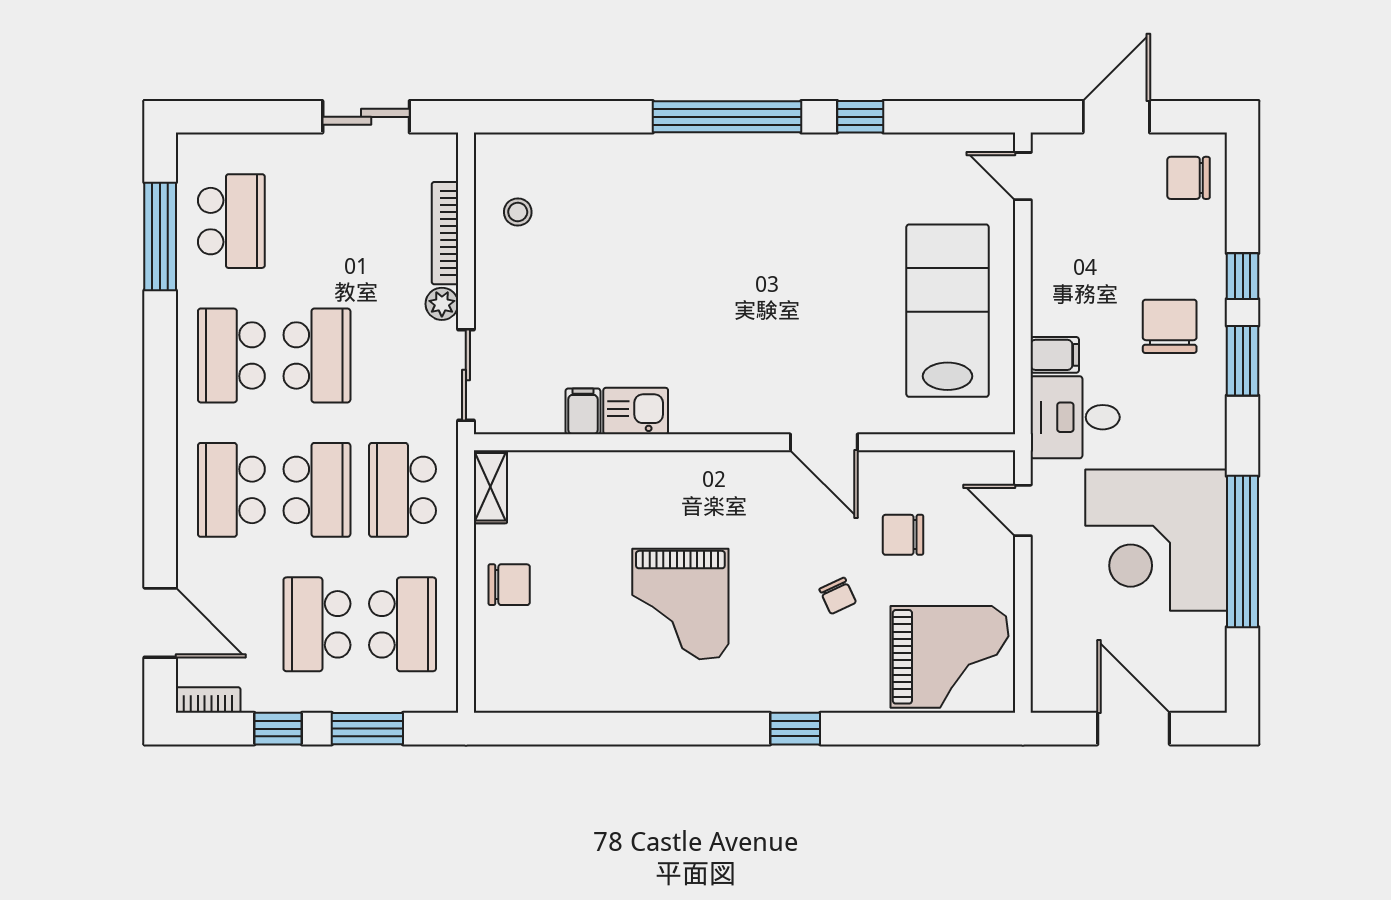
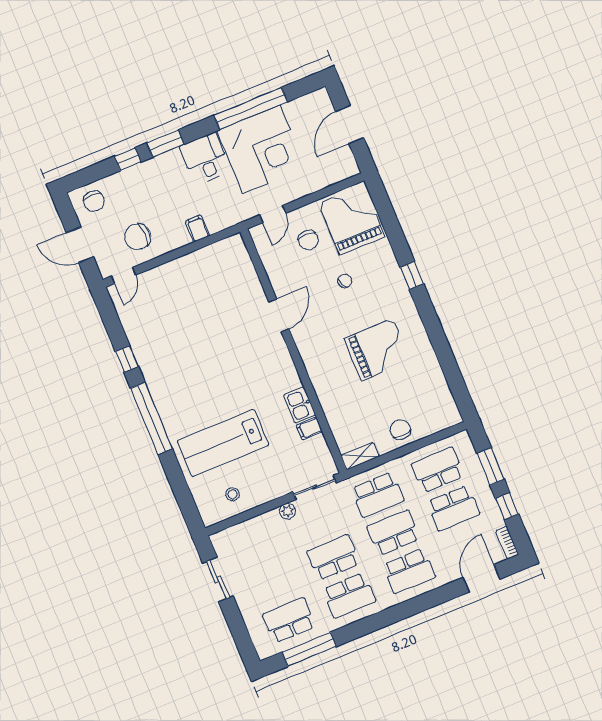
bookcase: (445, 233) -> (255, 523), removed
lab bench: (948, 311) -> (223, 443), moved
chair: (1170, 326) -> (138, 237), moved
desk: (1075, 417) -> (205, 159), moved, turned 180
chair: (903, 535) -> (308, 240), moved

